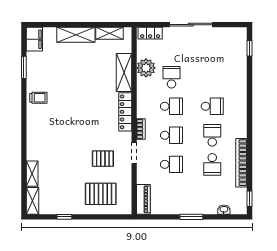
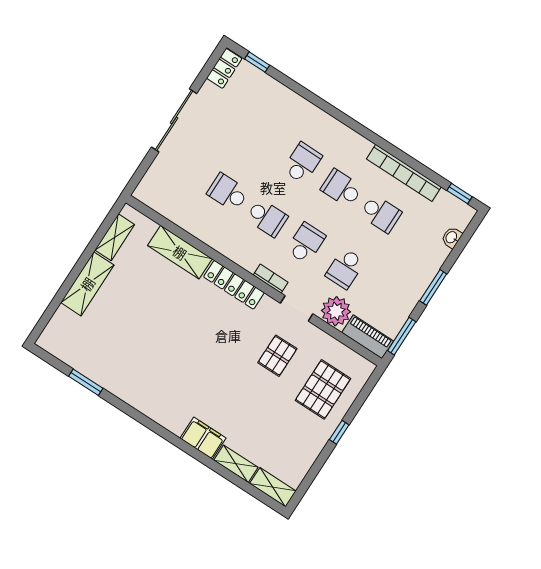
locker: (150, 33) -> (224, 68), moved
filing cabinet: (34, 39) -> (203, 438), moved
plant: (146, 68) -> (336, 311), moved
trolley: (38, 98) -> (139, 389), removed
school desk: (171, 106) -> (267, 218), turned 90
school desk: (171, 164) -> (345, 268), turned 180
window: (64, 217) -> (339, 432), moved
window: (155, 217) -> (402, 336), added

